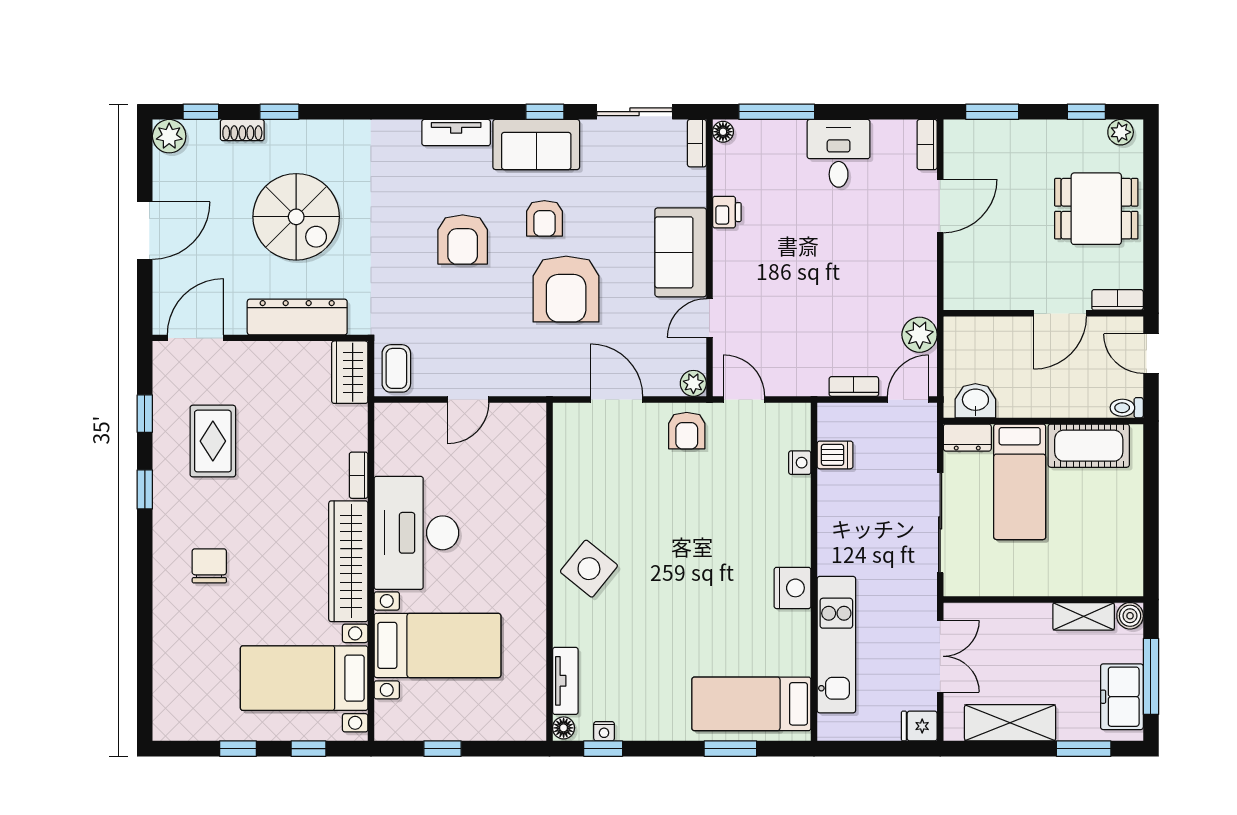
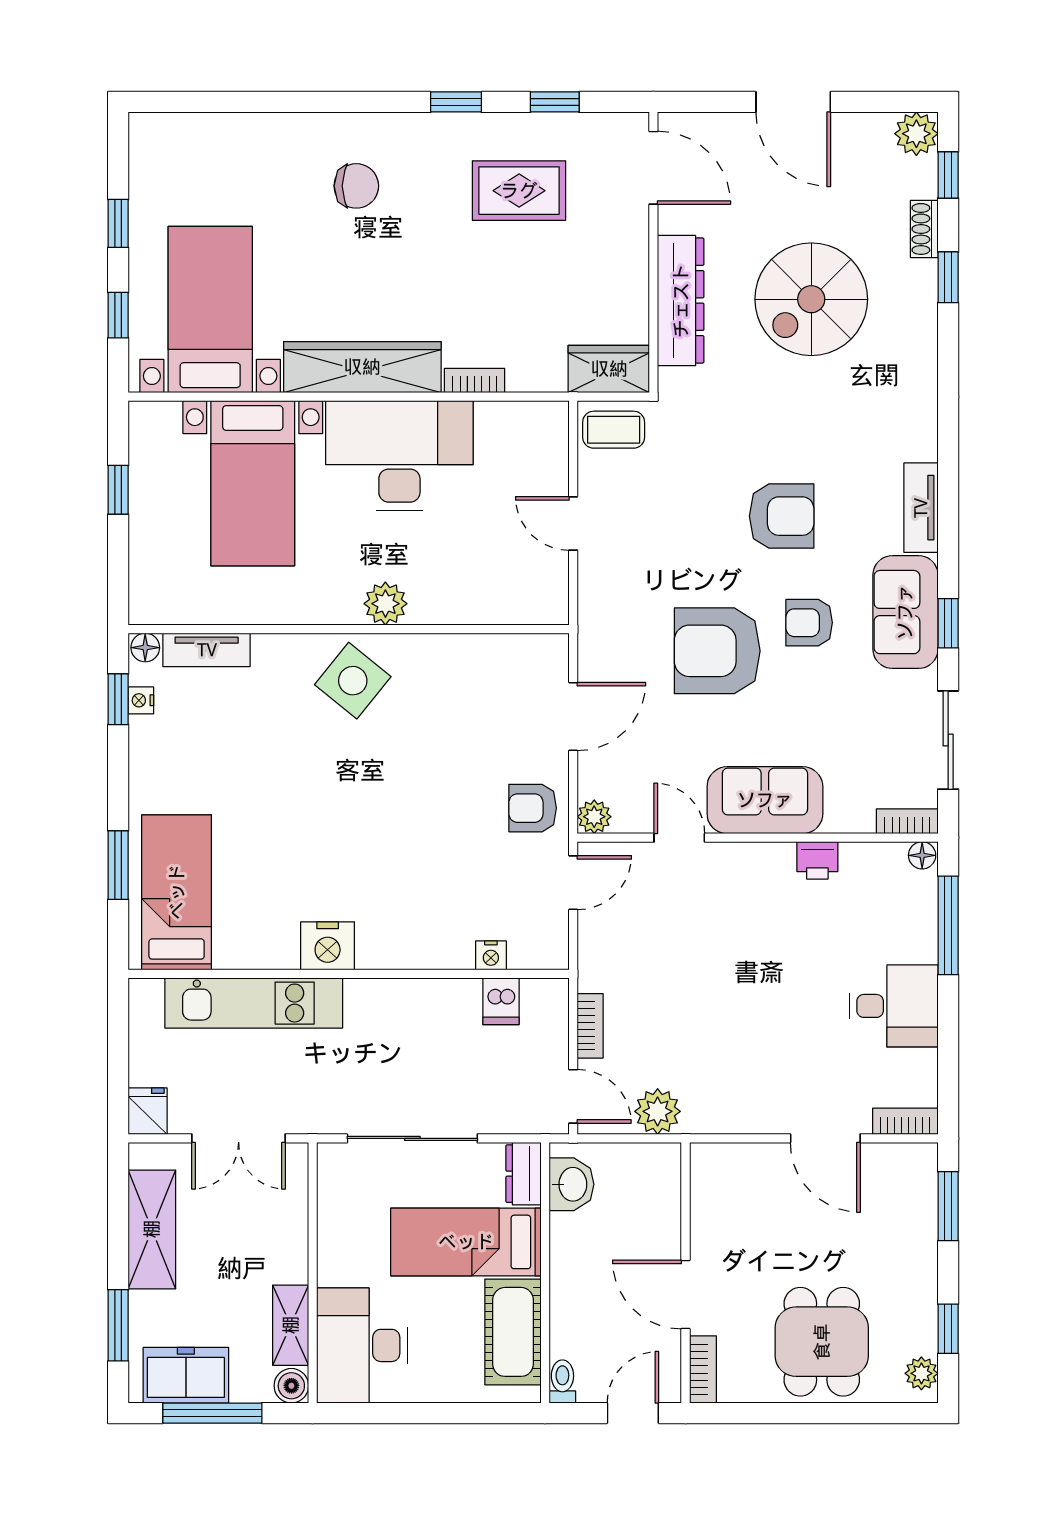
armchair: (463, 240) -> (782, 516), turned 180
plant: (530, 544) -> (385, 604), added
desk: (1099, 562) -> (362, 1345), added

